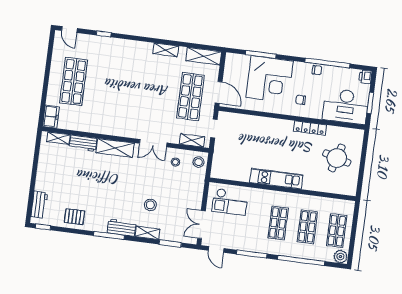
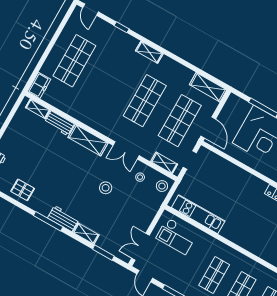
shelving: (166, 50) -> (149, 52), moved
shop shelf: (152, 92) -> (145, 101), added
kitchen unit: (276, 179) -> (198, 214), moved
stool: (150, 205) -> (106, 188), moved

